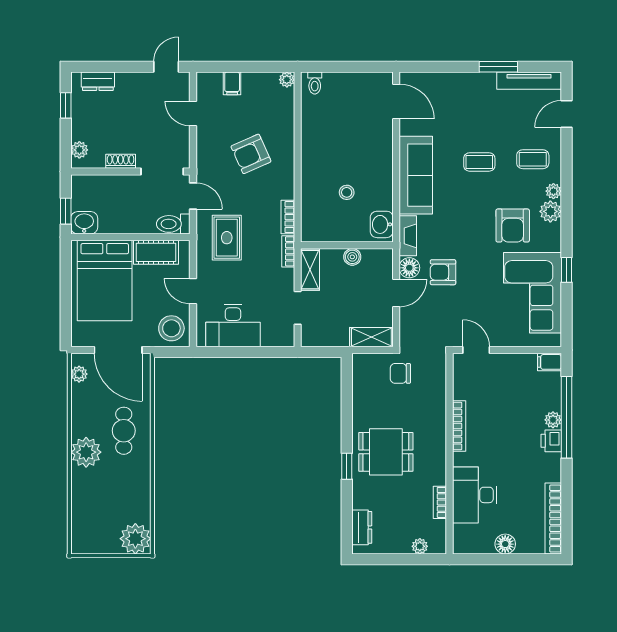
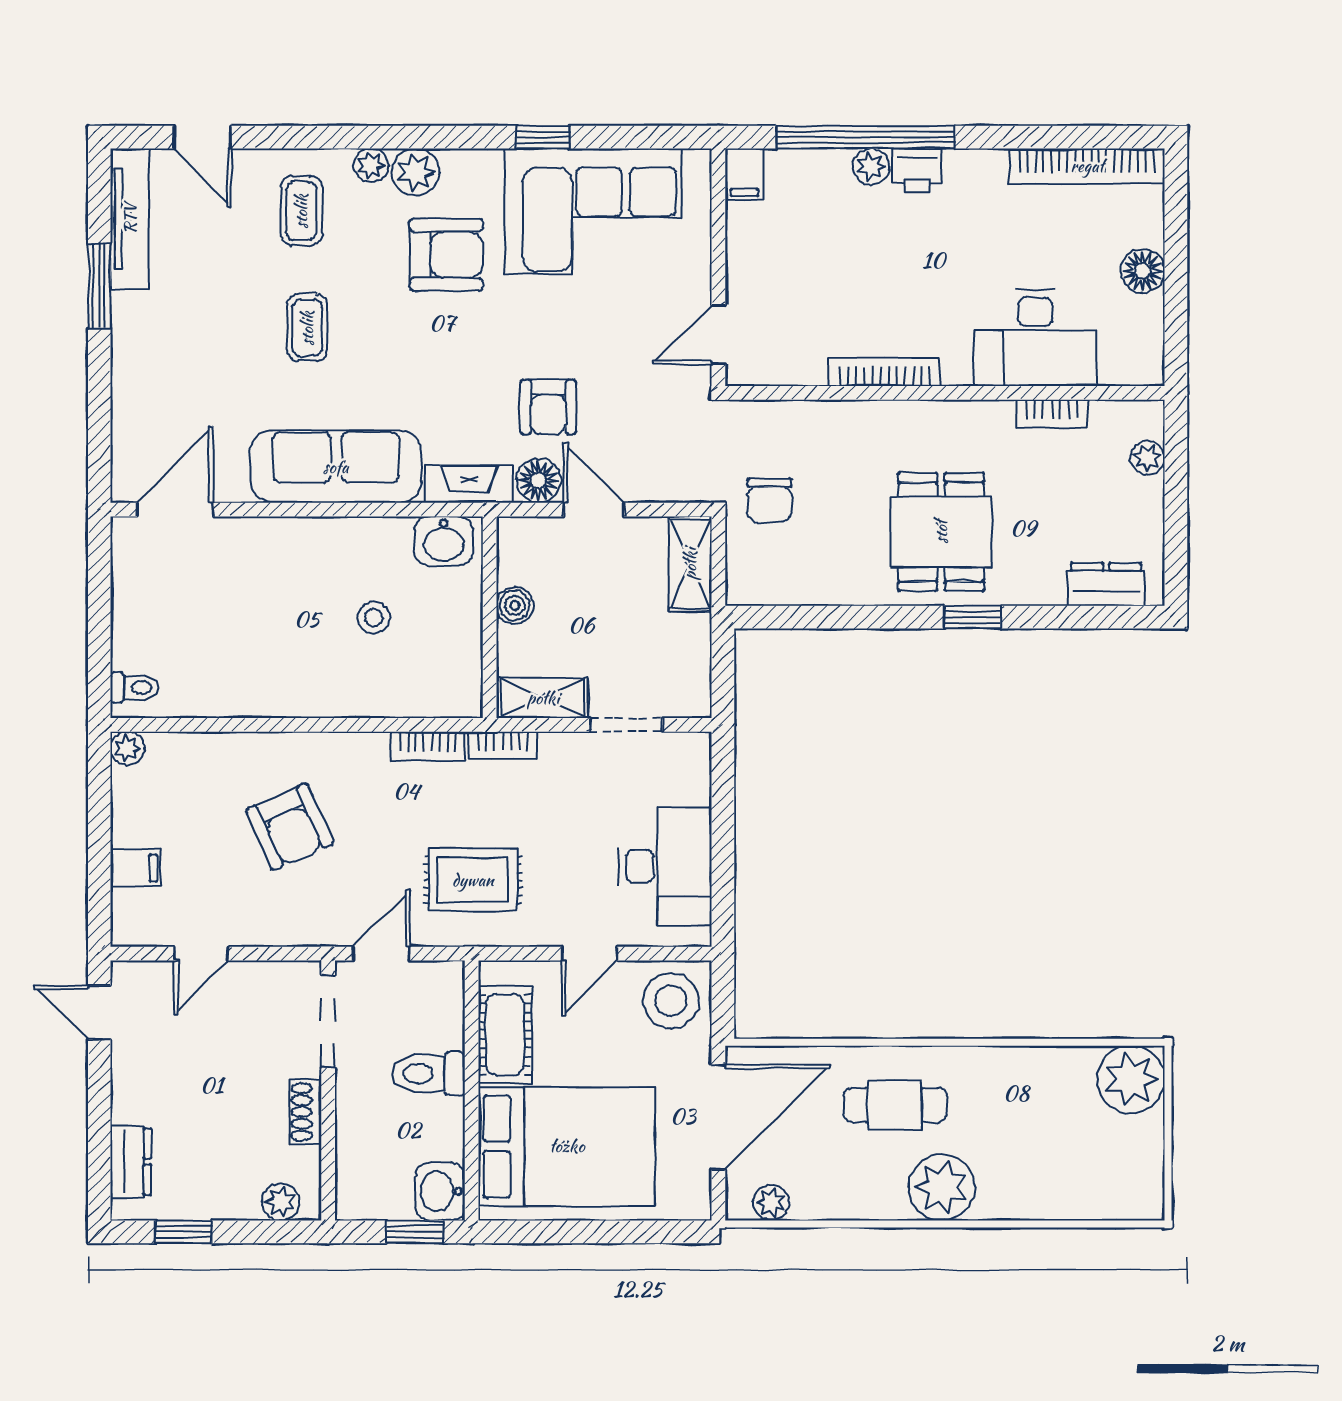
toilet: (173, 224) -> (428, 1074), moved, turned 90

